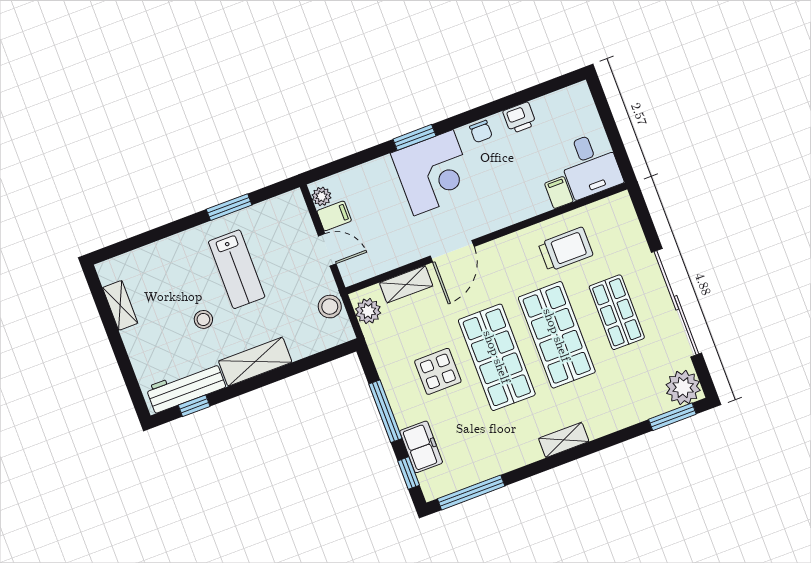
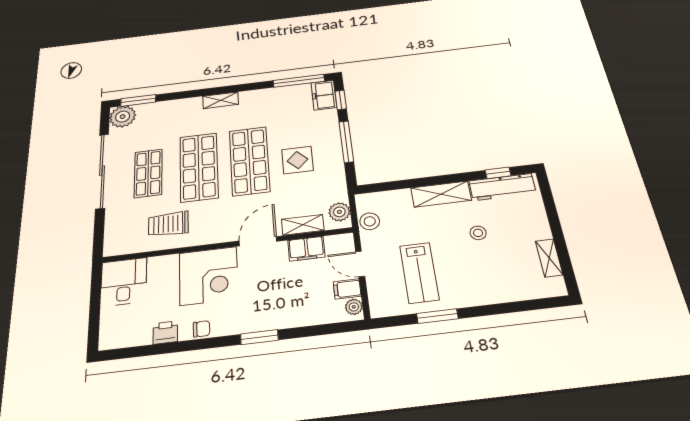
chair: (481, 132) -> (201, 329), turned 90
corner desk: (433, 173) -> (208, 276), moved, turned 180
filing cabinet: (559, 192) -> (306, 249), moved, width x2.00
lab bench: (237, 269) -> (419, 273), moved, turned 180
freezer: (421, 447) -> (324, 95), moved

